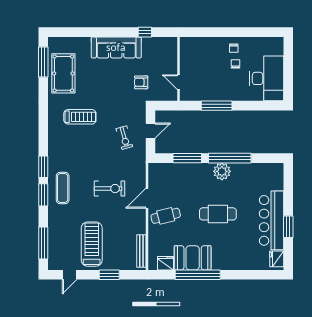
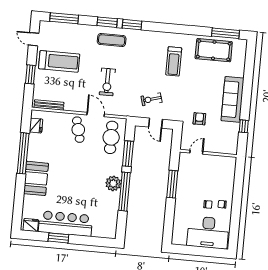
desk: (267, 78) -> (208, 232), moved
cafe table: (218, 214) -> (111, 137), moved
booth: (193, 258) -> (36, 178), moved

